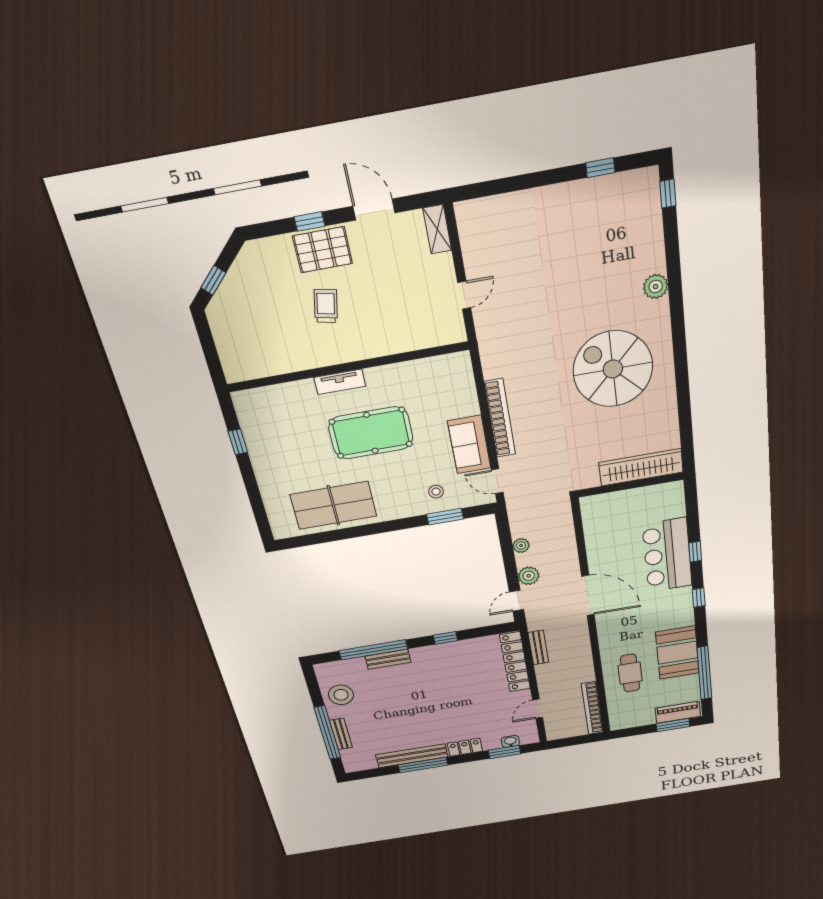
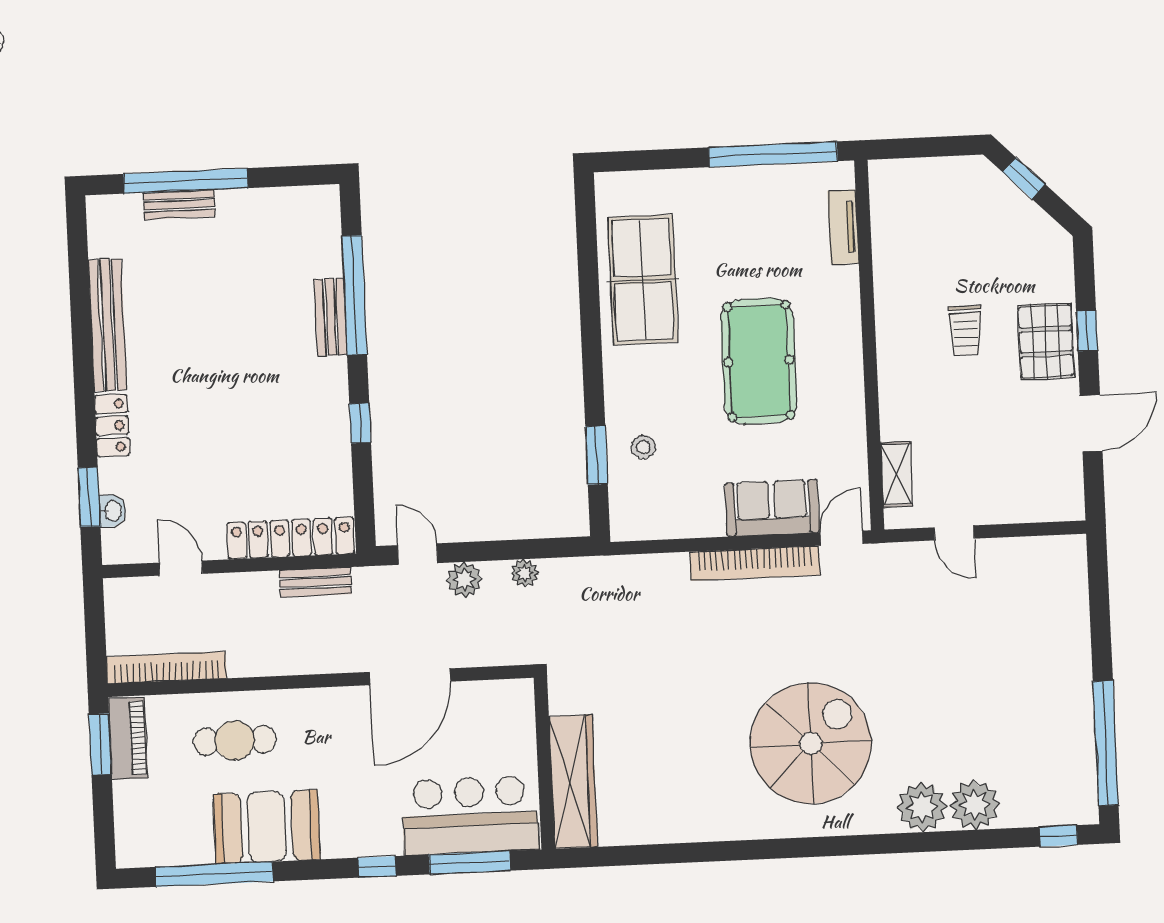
window: (600, 168) -> (1106, 743), width x3.17
shelving: (437, 229) -> (896, 474), moved, turned 90
plant: (648, 256) -> (975, 805), added
plant: (656, 287) -> (922, 807), width x1.36, depth x1.36
trolley: (326, 306) -> (965, 330), turned 78
tv unit: (340, 382) -> (843, 227), moved
window: (238, 442) -> (773, 154), width x3.17
sofa: (469, 445) -> (772, 508), moved
wardrobe: (641, 467) -> (573, 782), moved
door: (497, 481) -> (841, 538), moved
wall: (631, 485) -> (544, 763), moved
window: (695, 552) -> (470, 863), width x2.17
stool: (341, 695) -> (267, 221), removed
piano: (678, 712) -> (128, 738), moved
window: (673, 725) -> (100, 744), moved
window: (423, 765) -> (82, 342), removed

